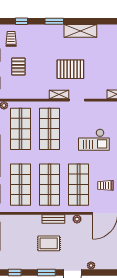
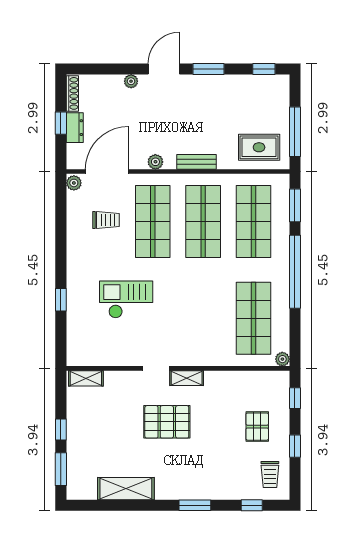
shelving: (80, 31) -> (126, 489), moved
shop shelf: (50, 129) -> (203, 318), removed
rug: (49, 243) -> (259, 147), moved

